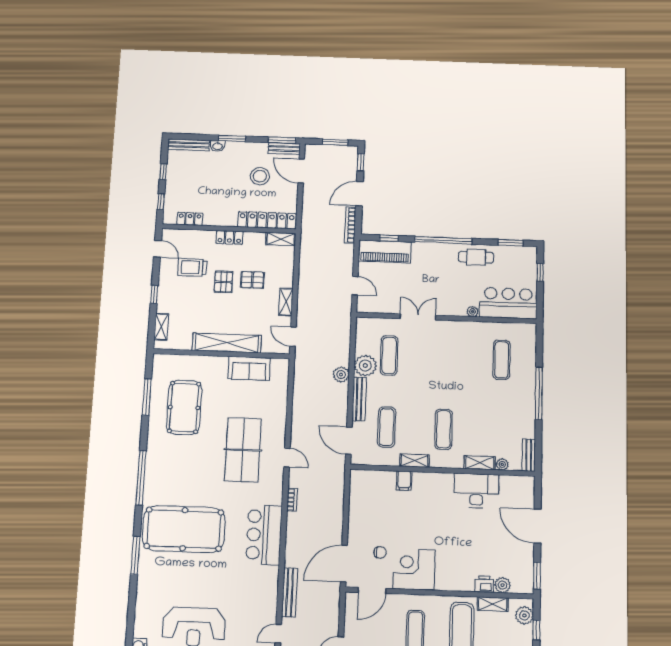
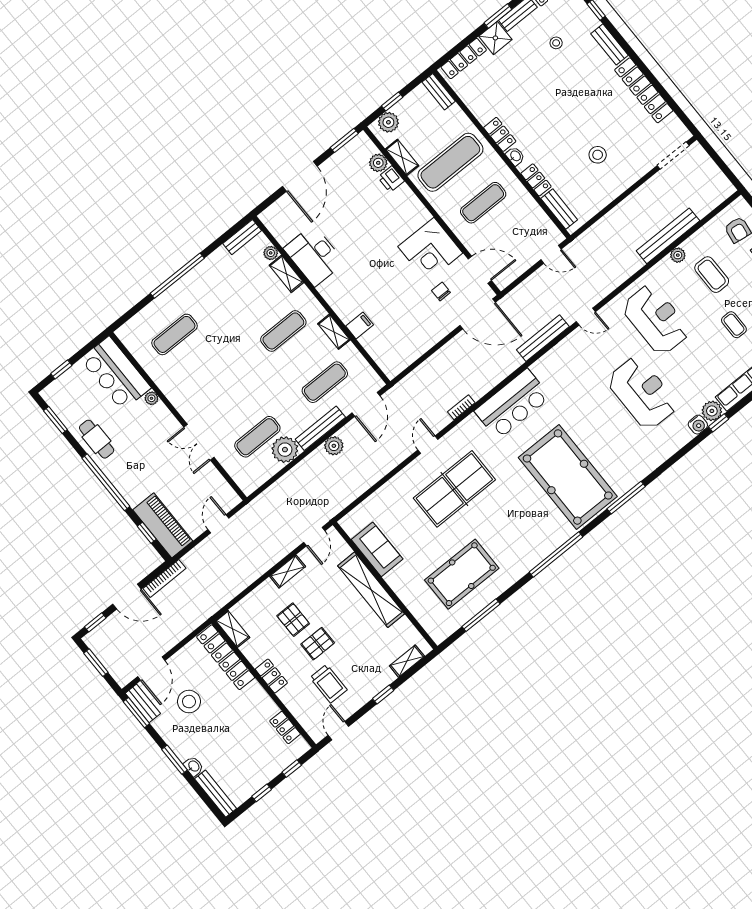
plant: (341, 375) -> (334, 446), moved

